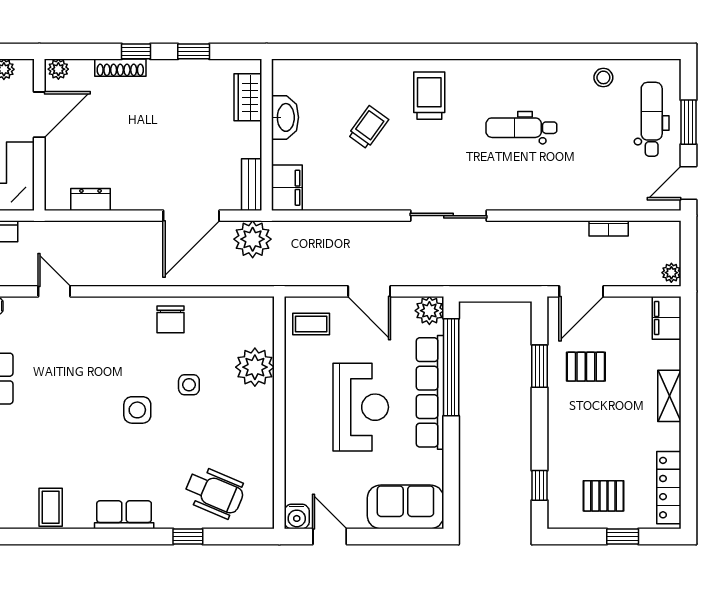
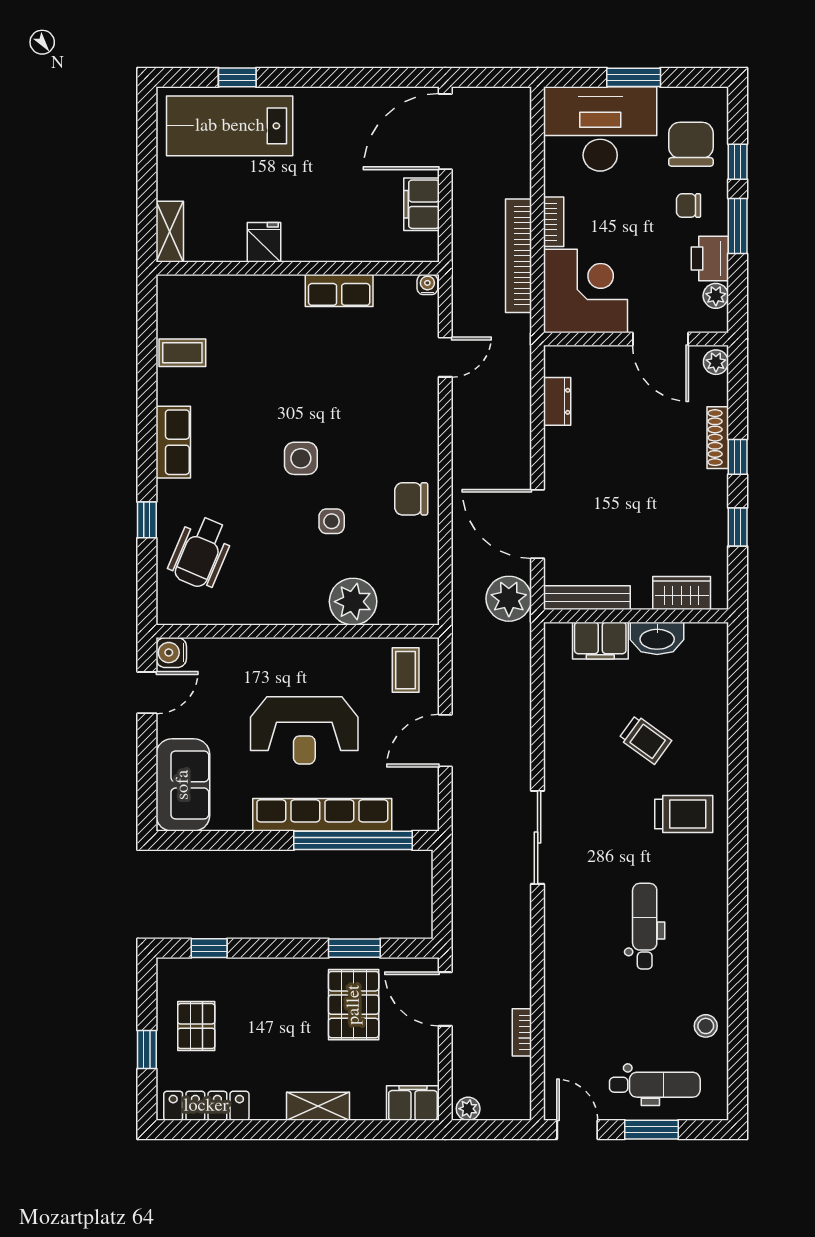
bench: (252, 185) -> (587, 598), width x1.36
filing cabinet: (287, 188) -> (600, 641), moved
plant: (429, 311) -> (422, 814), removed
pallet: (586, 367) -> (354, 1005), width x1.50, depth x1.42

